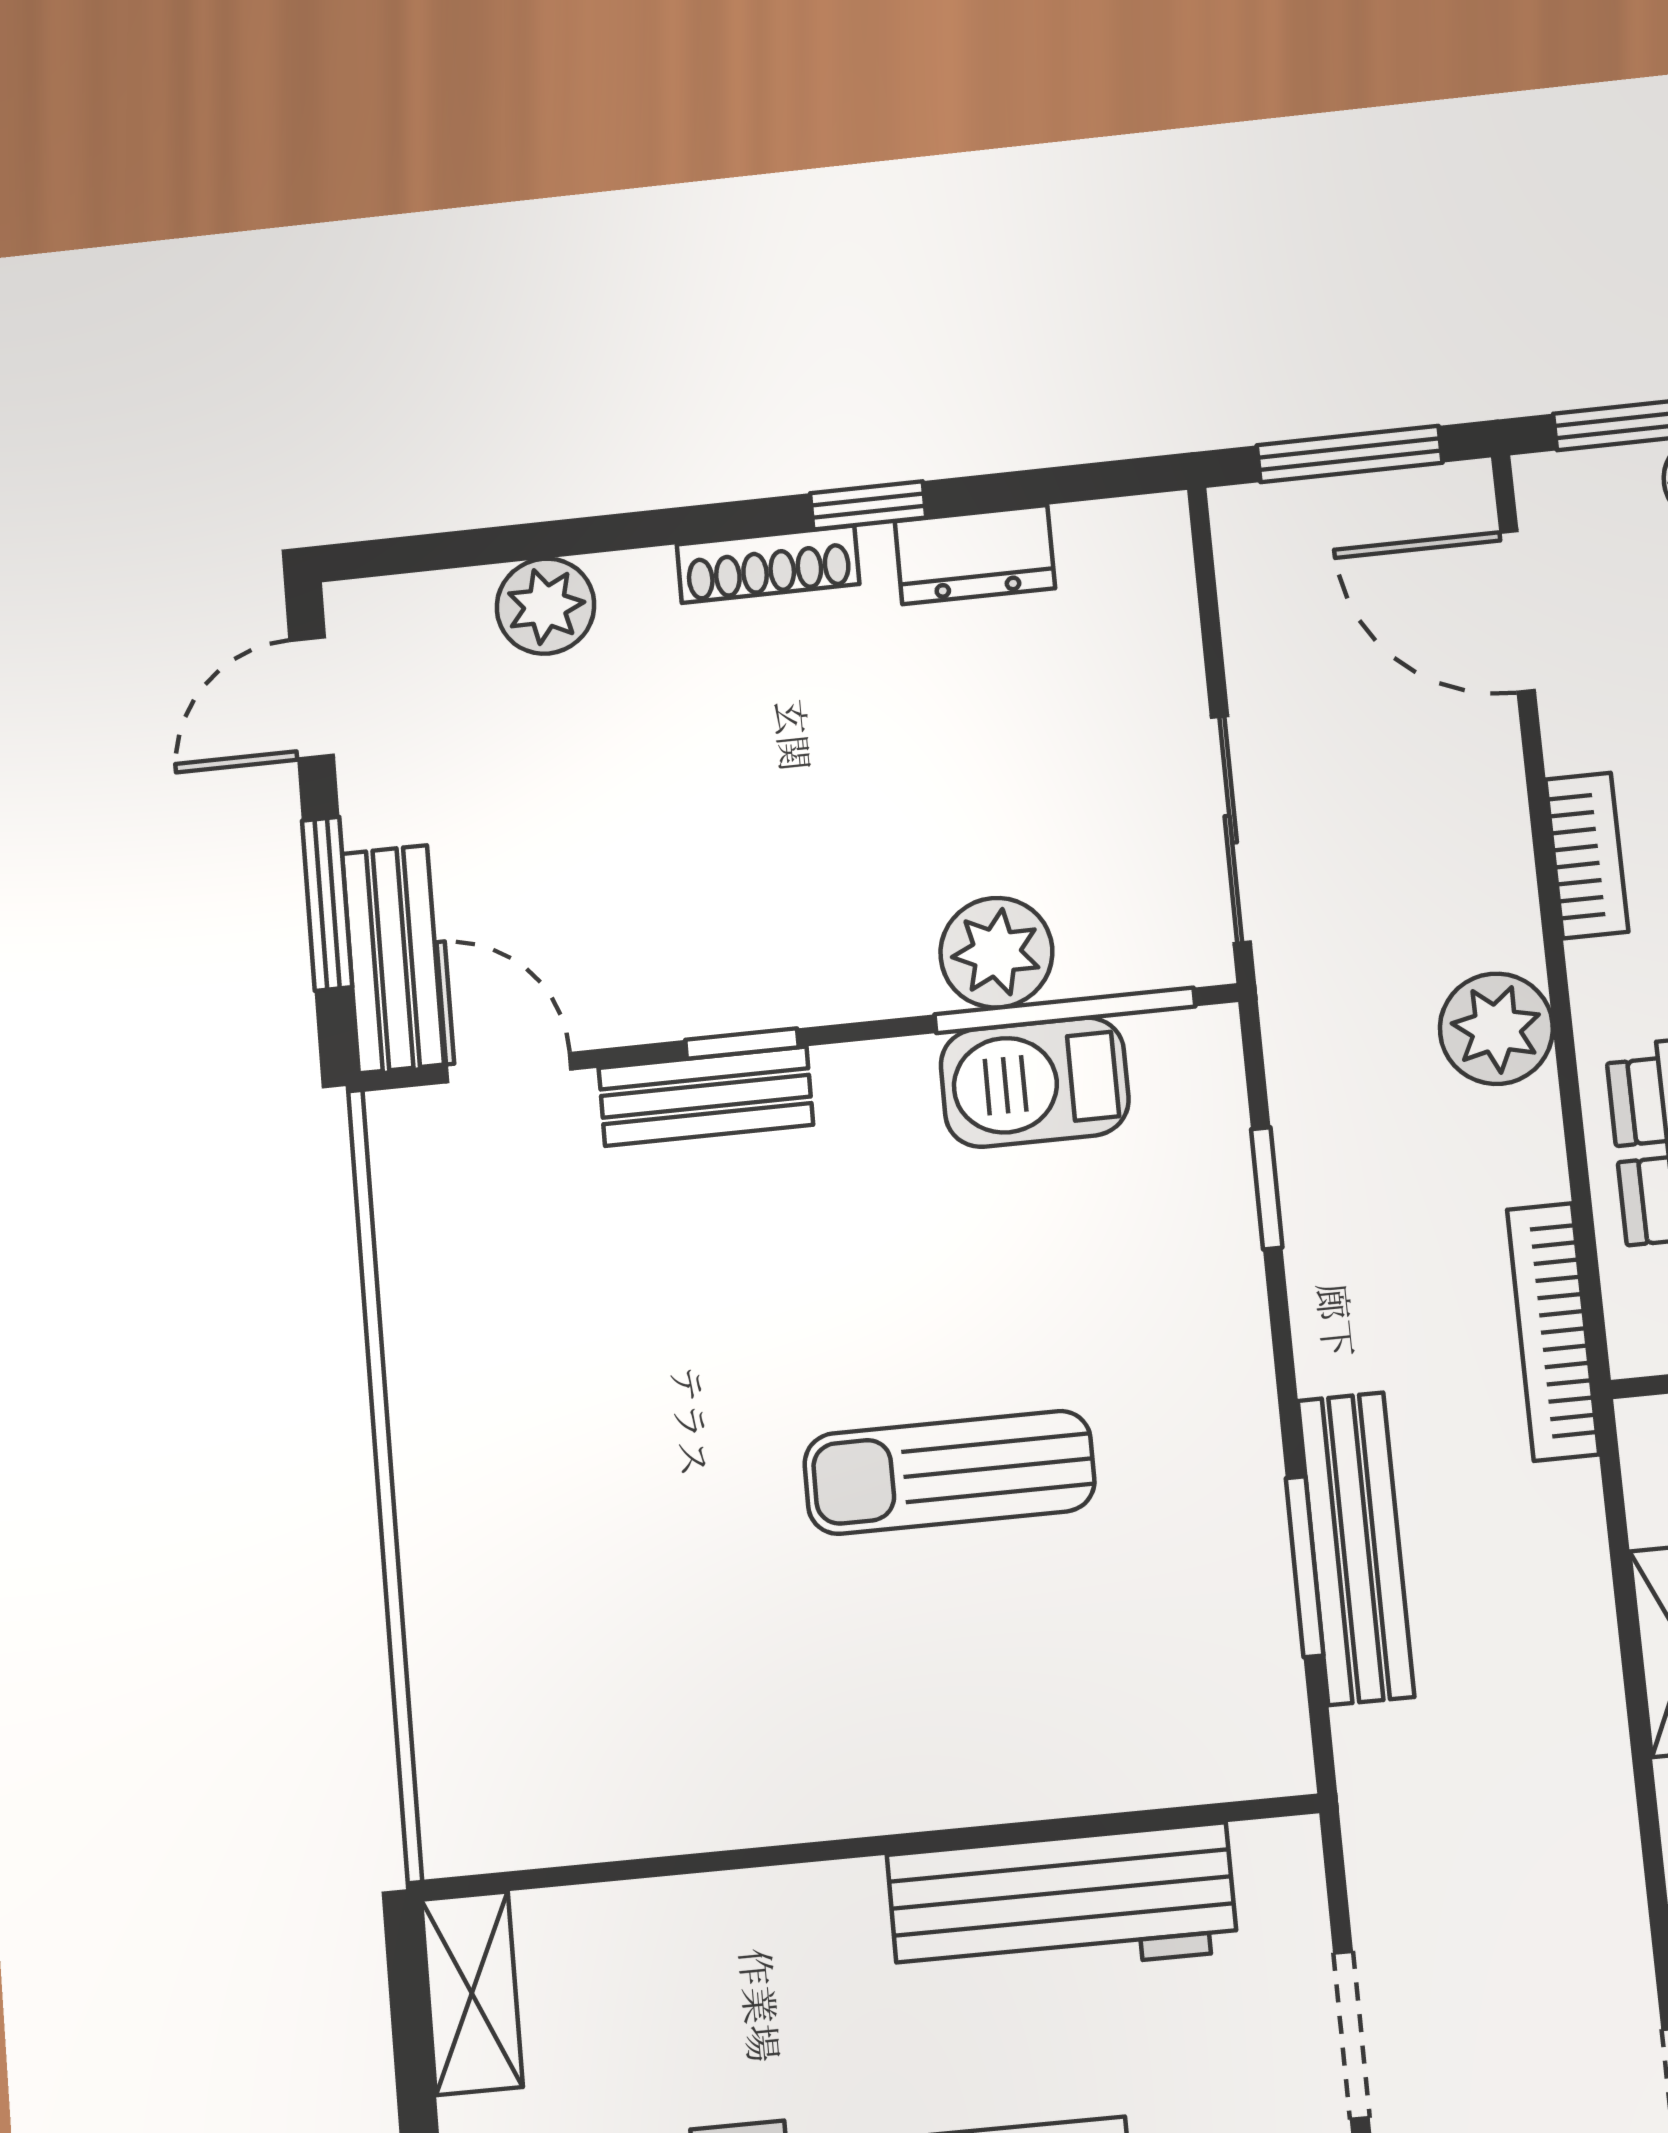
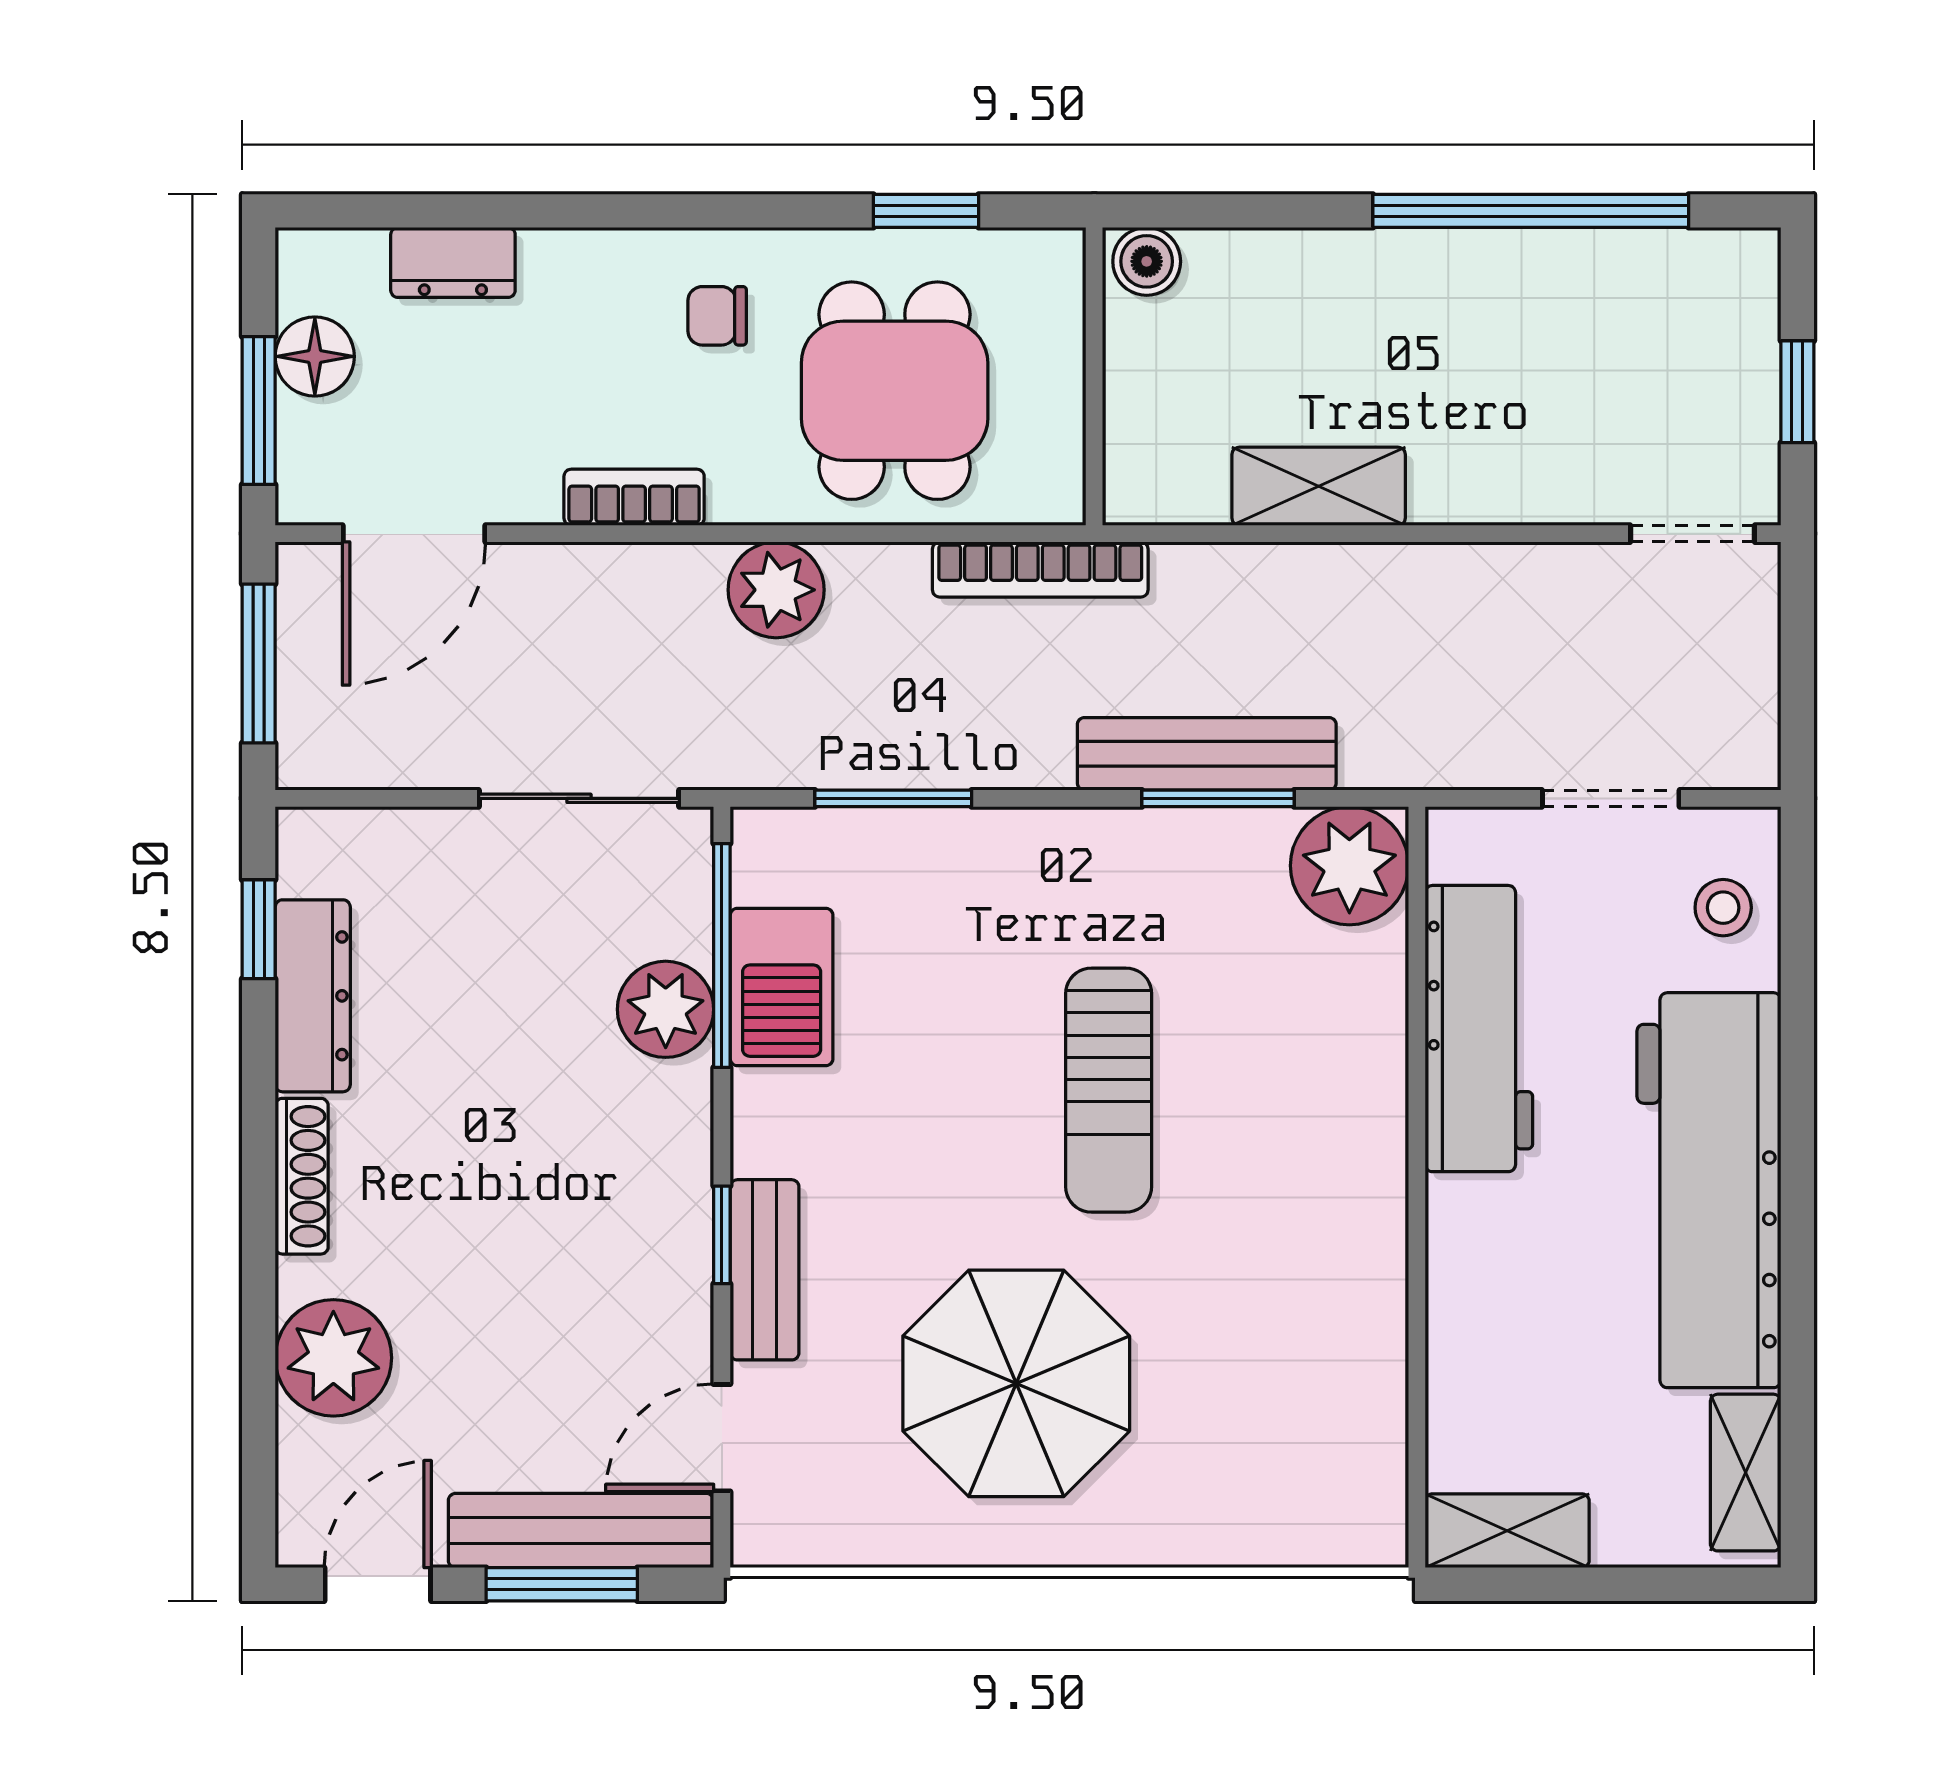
window: (868, 505) -> (259, 929), moved
dresser: (975, 555) -> (313, 996), width x1.44
plant: (545, 606) -> (333, 1358), width x1.36, depth x1.36
door: (312, 698) -> (378, 1584), swing flipped
bench: (393, 959) -> (581, 1531), width x1.36
window: (1267, 1188) -> (893, 798), width x1.50
parasol: (598, 1399) -> (1016, 1383), added
plant: (1240, 1730) -> (1349, 866), added

